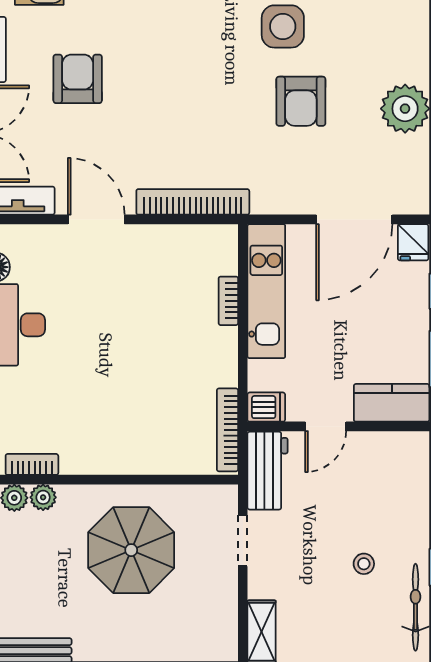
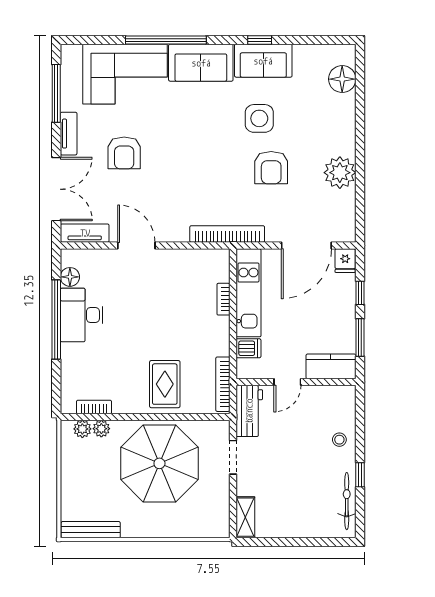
armchair: (78, 79) -> (124, 153), turned 180
bookcase: (193, 202) -> (227, 234), moved
dishwasher: (266, 407) -> (248, 348), moved
rug: (139, 430) -> (165, 384), added
parasol: (131, 550) -> (159, 463), width x1.36, depth x1.36
stool: (364, 564) -> (339, 440), moved

